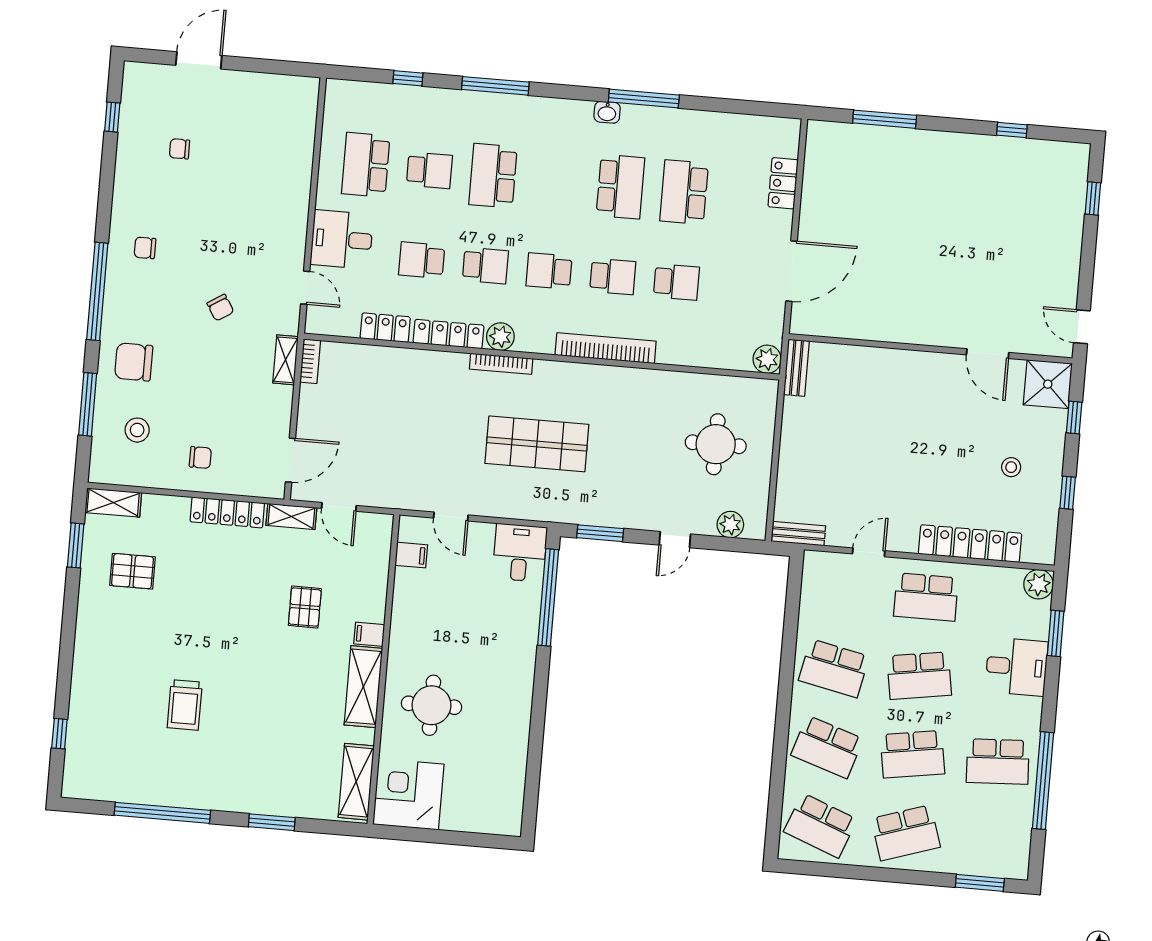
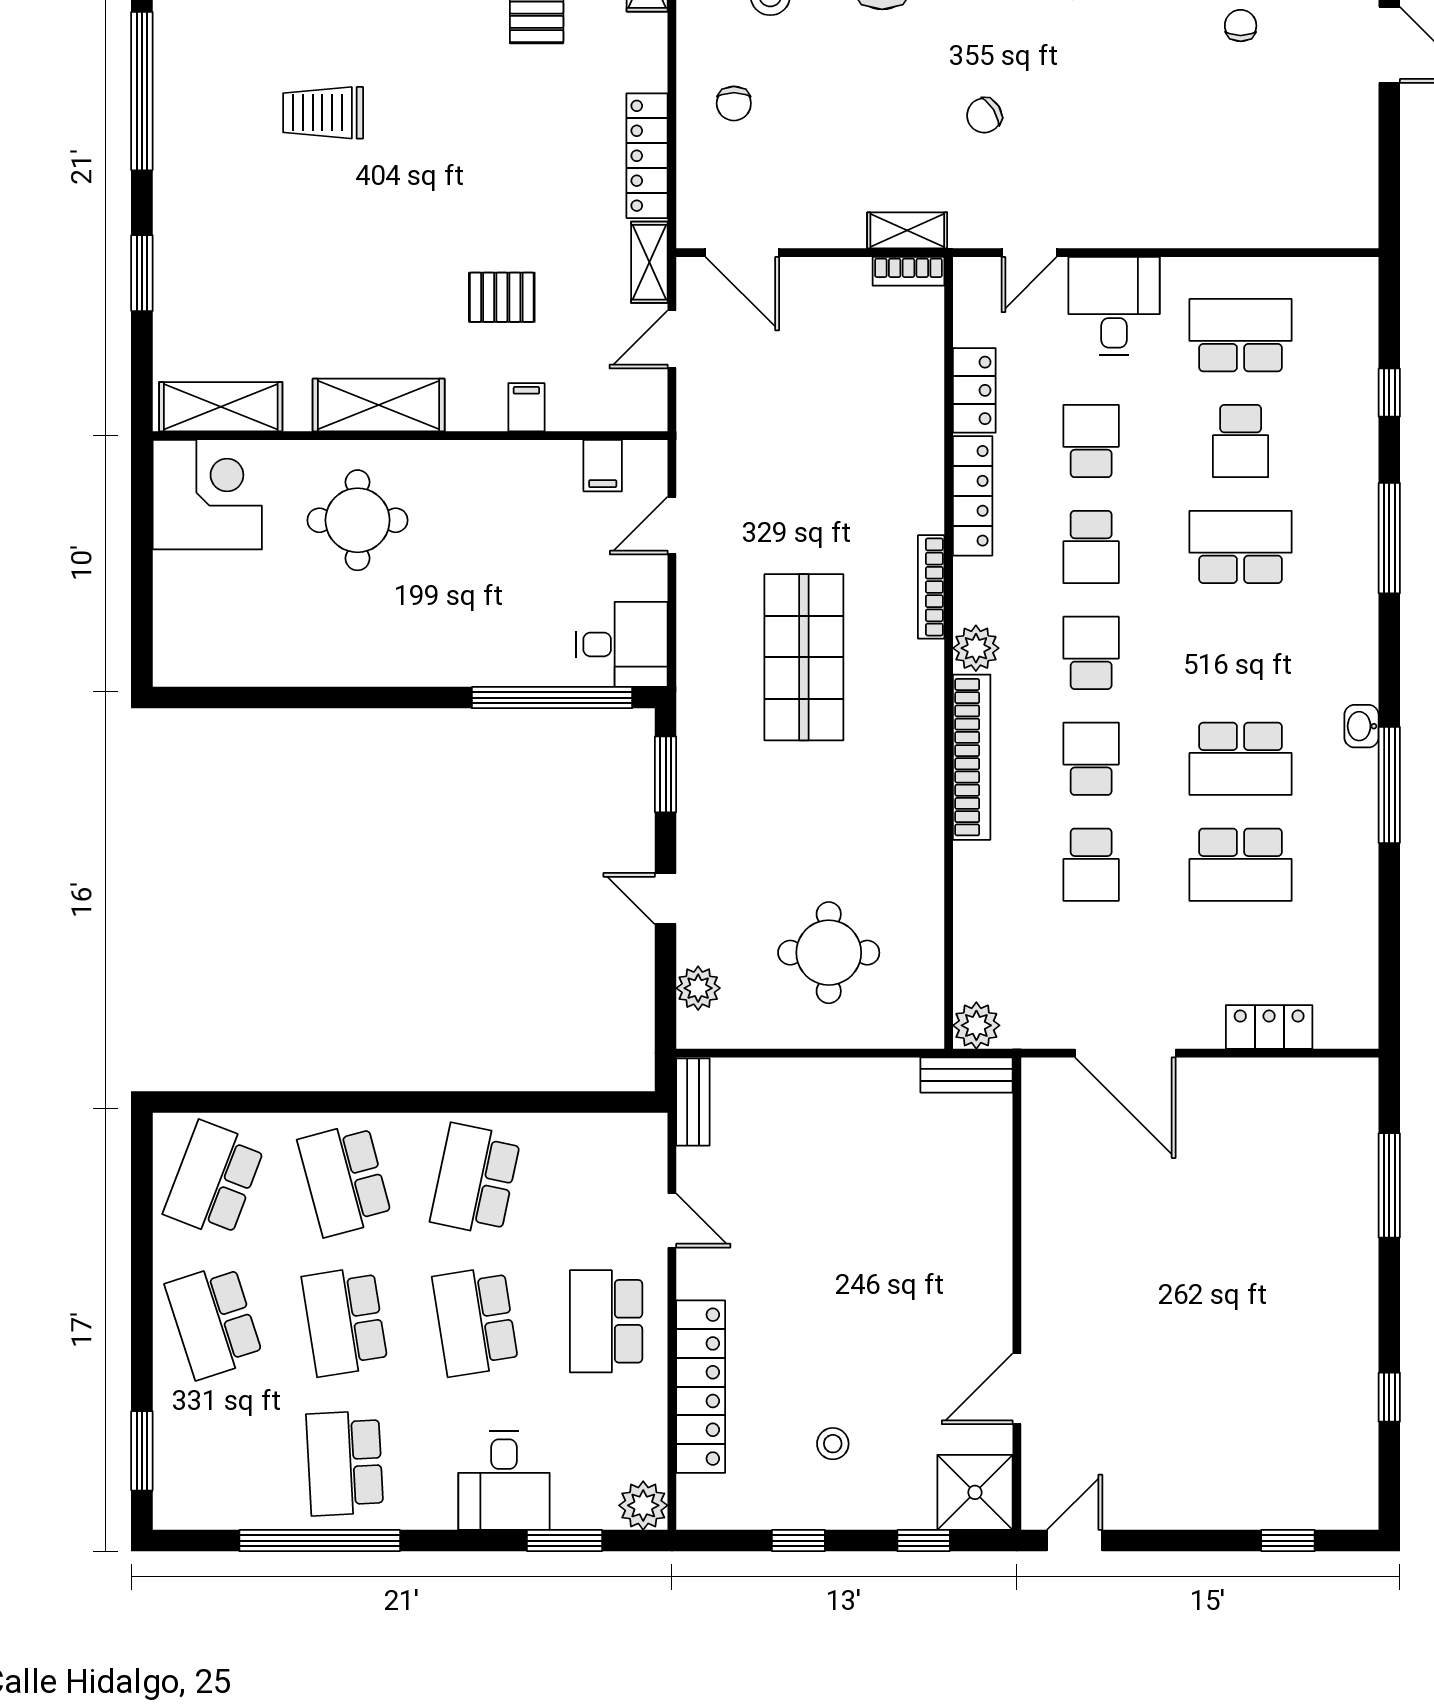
school desk: (684, 192) -> (1241, 865), turned 180
school desk: (613, 276) -> (1091, 759), turned 180
plant: (500, 337) -> (976, 648), moved
filing cabinet: (369, 634) -> (526, 407), moved
school desk: (827, 747) -> (345, 1180), turned -33

